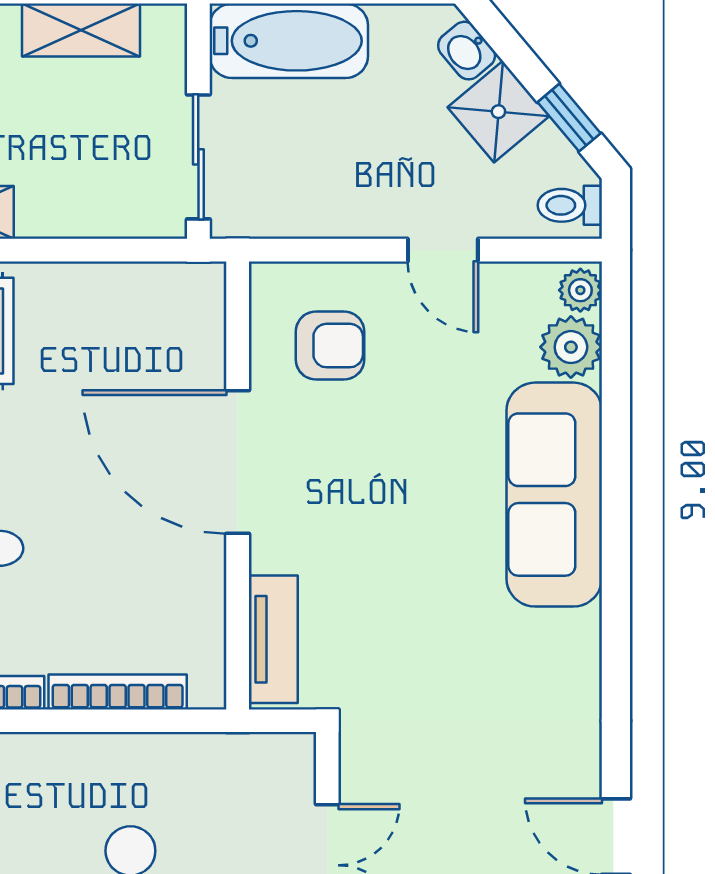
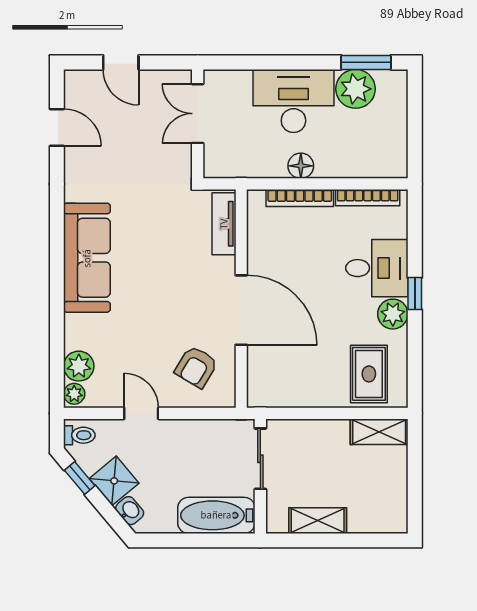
armchair: (330, 346) -> (196, 367), turned -59
sofa: (554, 495) -> (87, 258), moved
floor lamp: (116, 758) -> (301, 166), added

